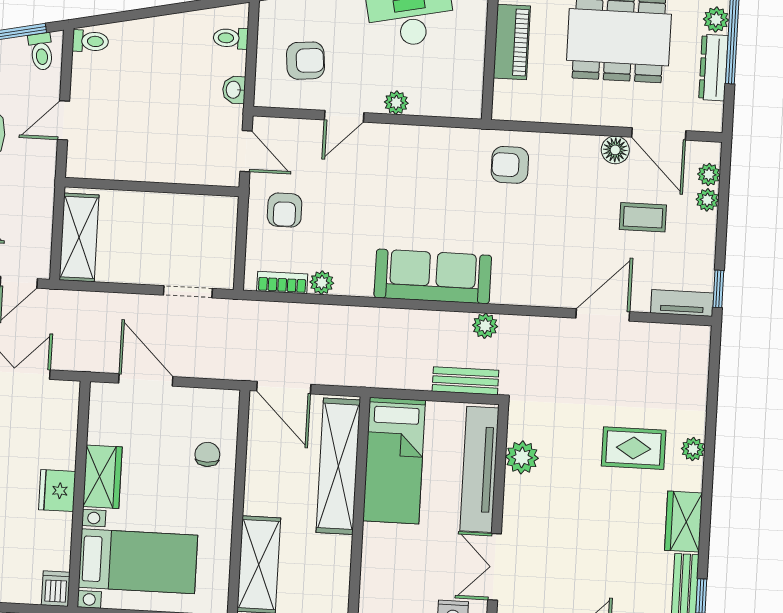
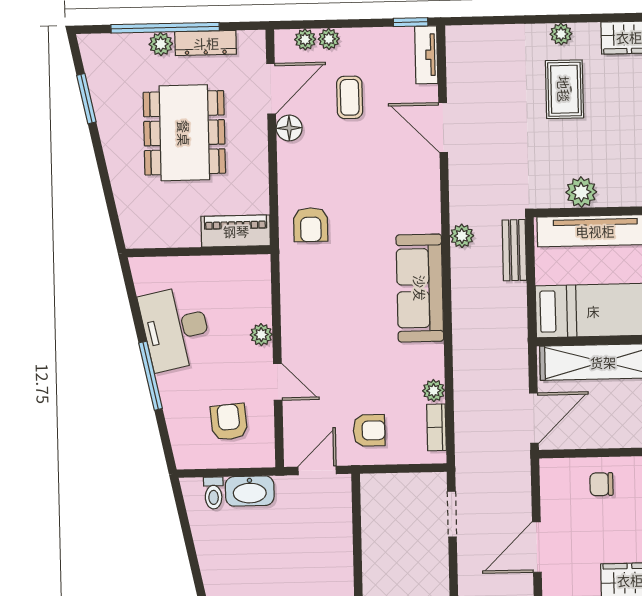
piano: (512, 42) -> (236, 231), moved
washbasin: (234, 90) -> (250, 491), width x1.91, depth x1.45

